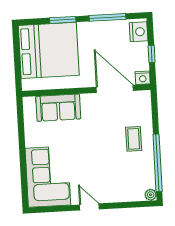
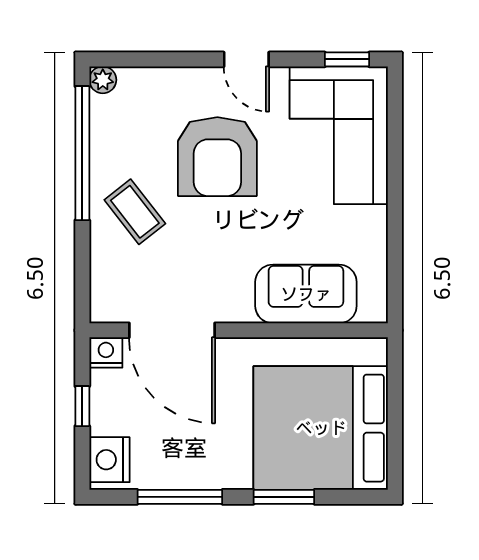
coffee table: (134, 139) -> (135, 212), turned -38
armchair: (99, 164) -> (217, 157), added
window: (46, 209) -> (347, 59), added

